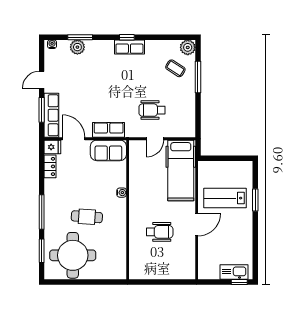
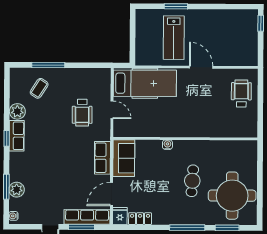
plant: (188, 47) -> (17, 111), moved
wheelchair: (160, 232) -> (241, 93), moved
kitchen sink: (234, 272) -> (250, 29), removed

